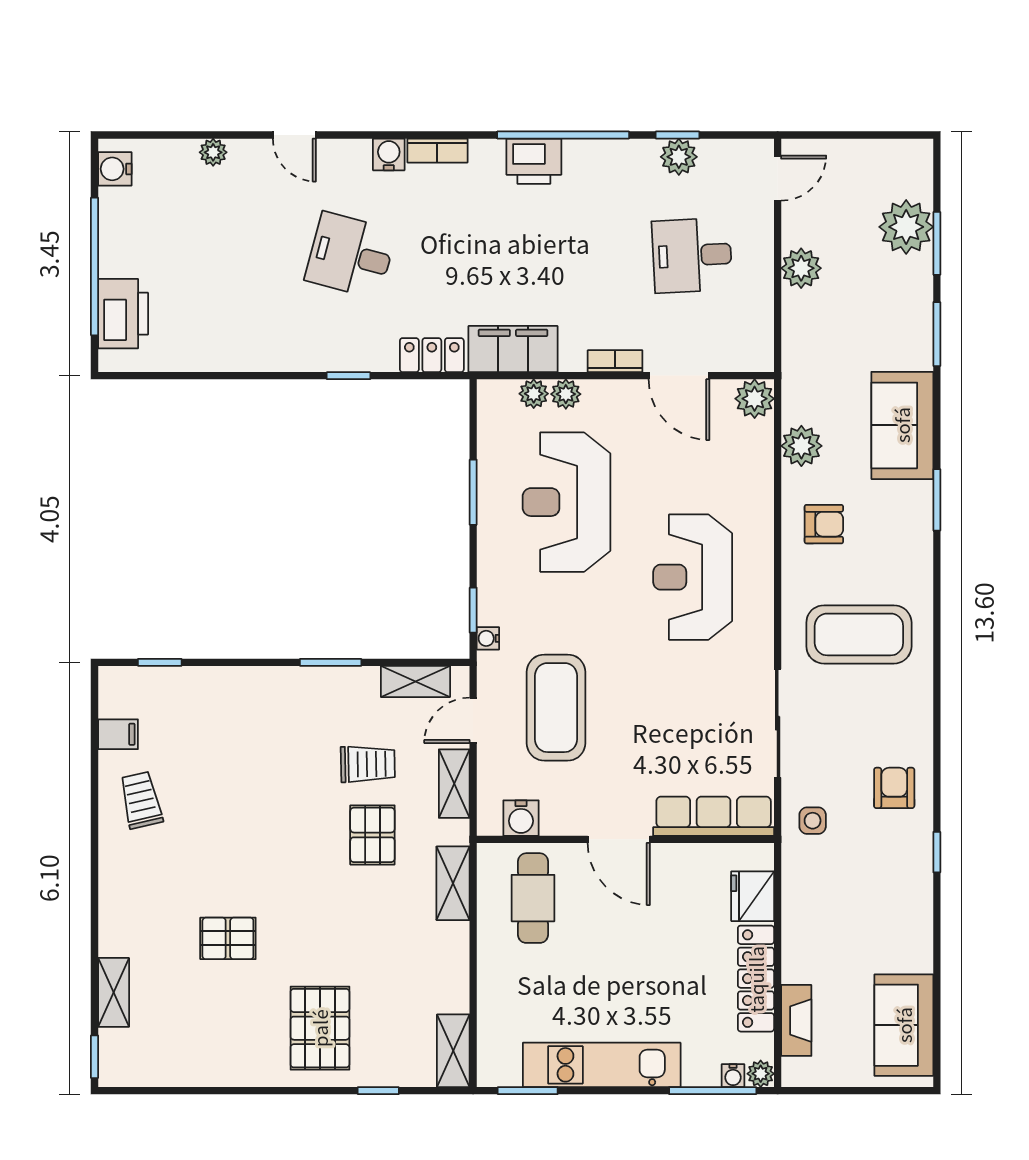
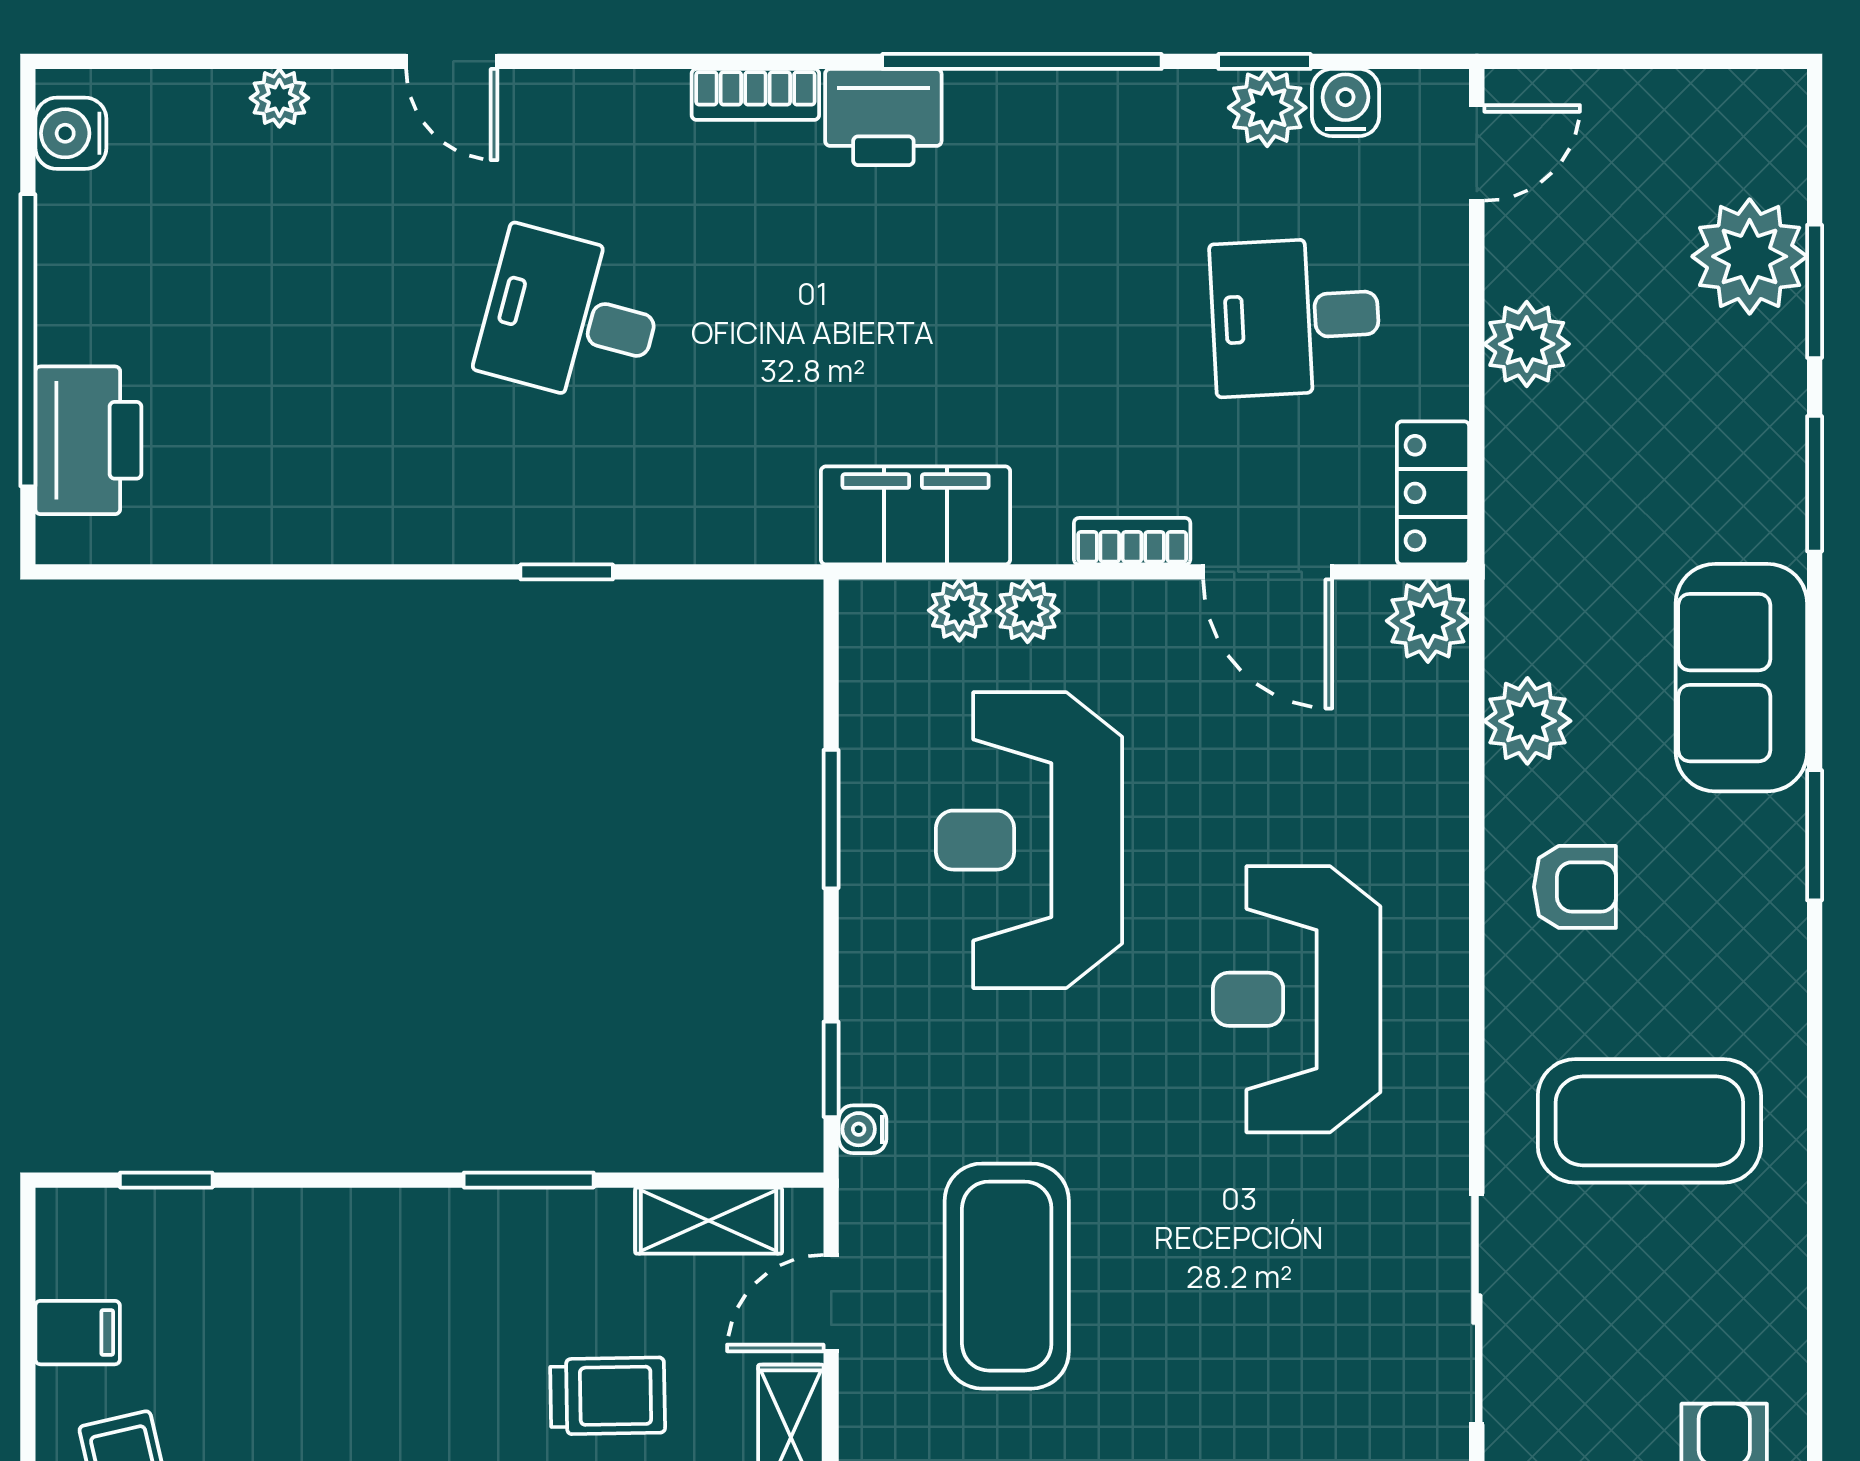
water cooler: (389, 154) -> (1345, 103), moved
printer: (534, 161) -> (883, 117), moved
locker: (432, 355) -> (1433, 493), moved, turned -90

